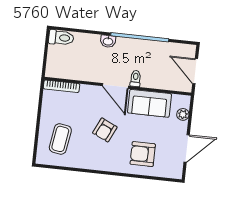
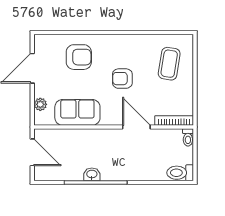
washbasin: (108, 41) -> (92, 174), moved
toilet: (136, 79) -> (188, 137), moved
door: (115, 86) -> (136, 127), moved
armchair: (105, 130) -> (122, 79), turned -115

